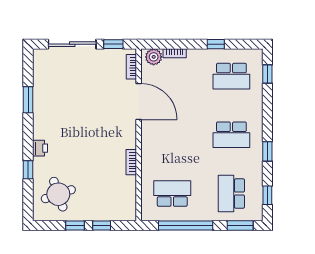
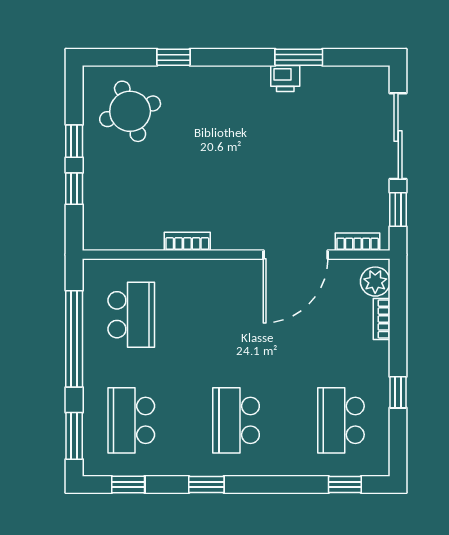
printer: (40, 148) -> (285, 79), moved
school desk: (231, 194) -> (131, 420), turned -90

